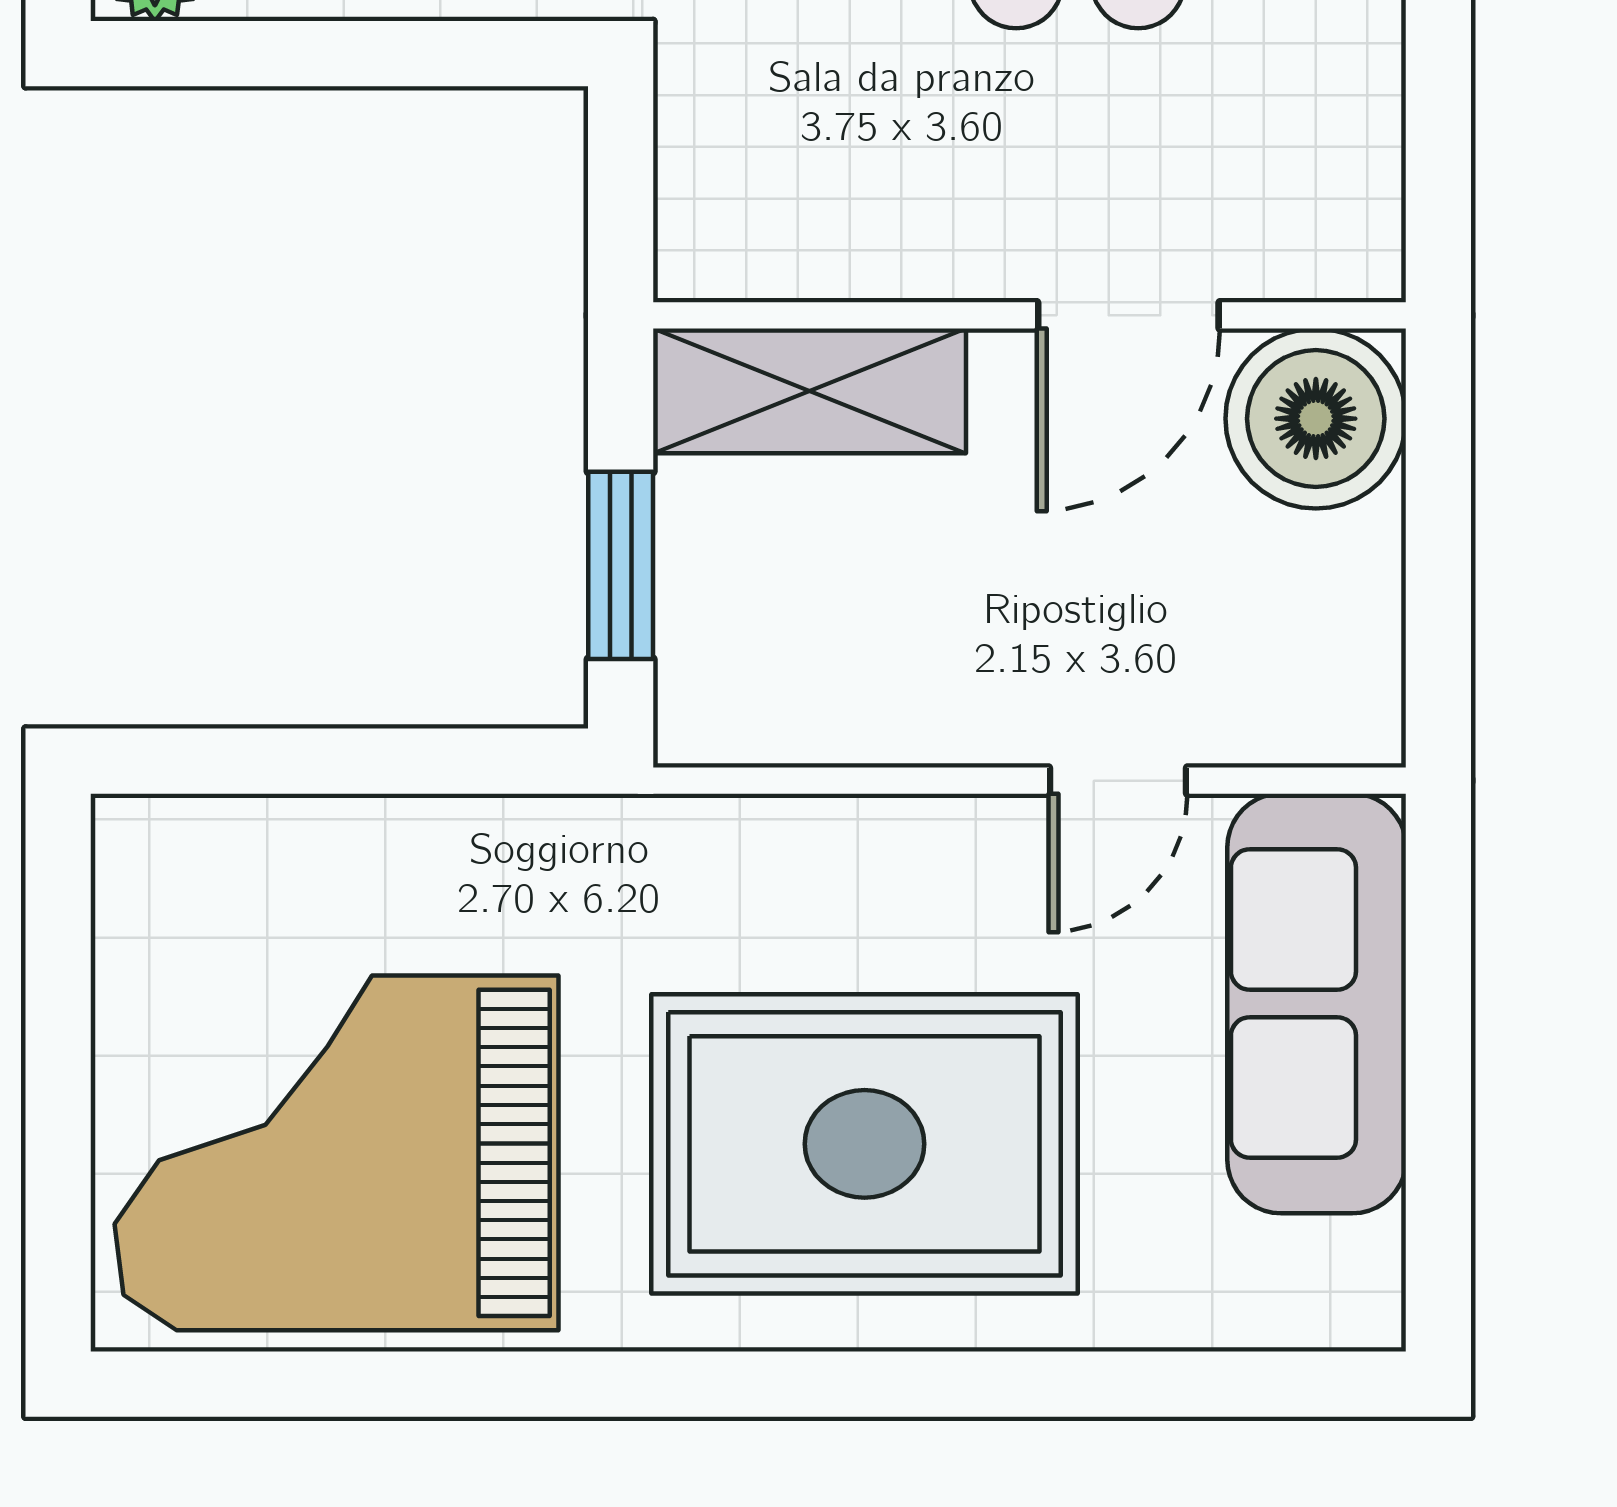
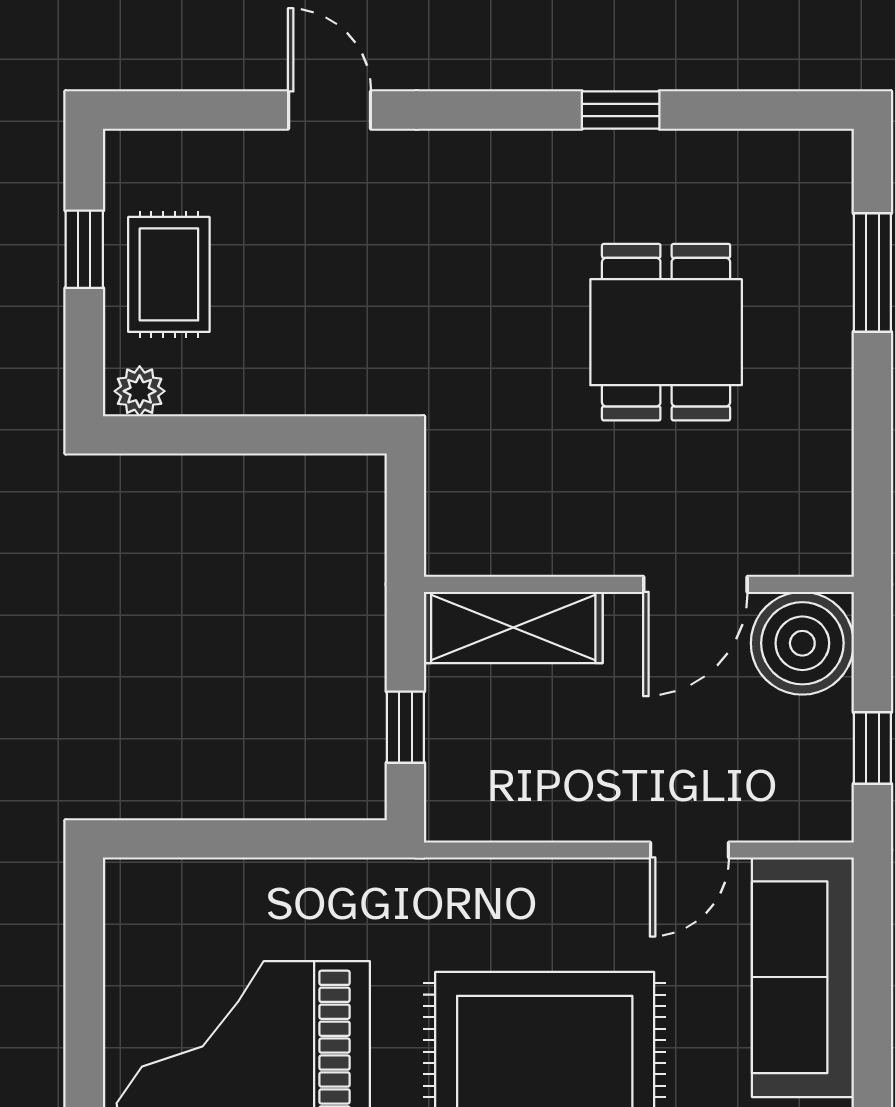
window: (621, 565) -> (405, 727), width x0.67
window: (1438, 602) -> (872, 748), added

